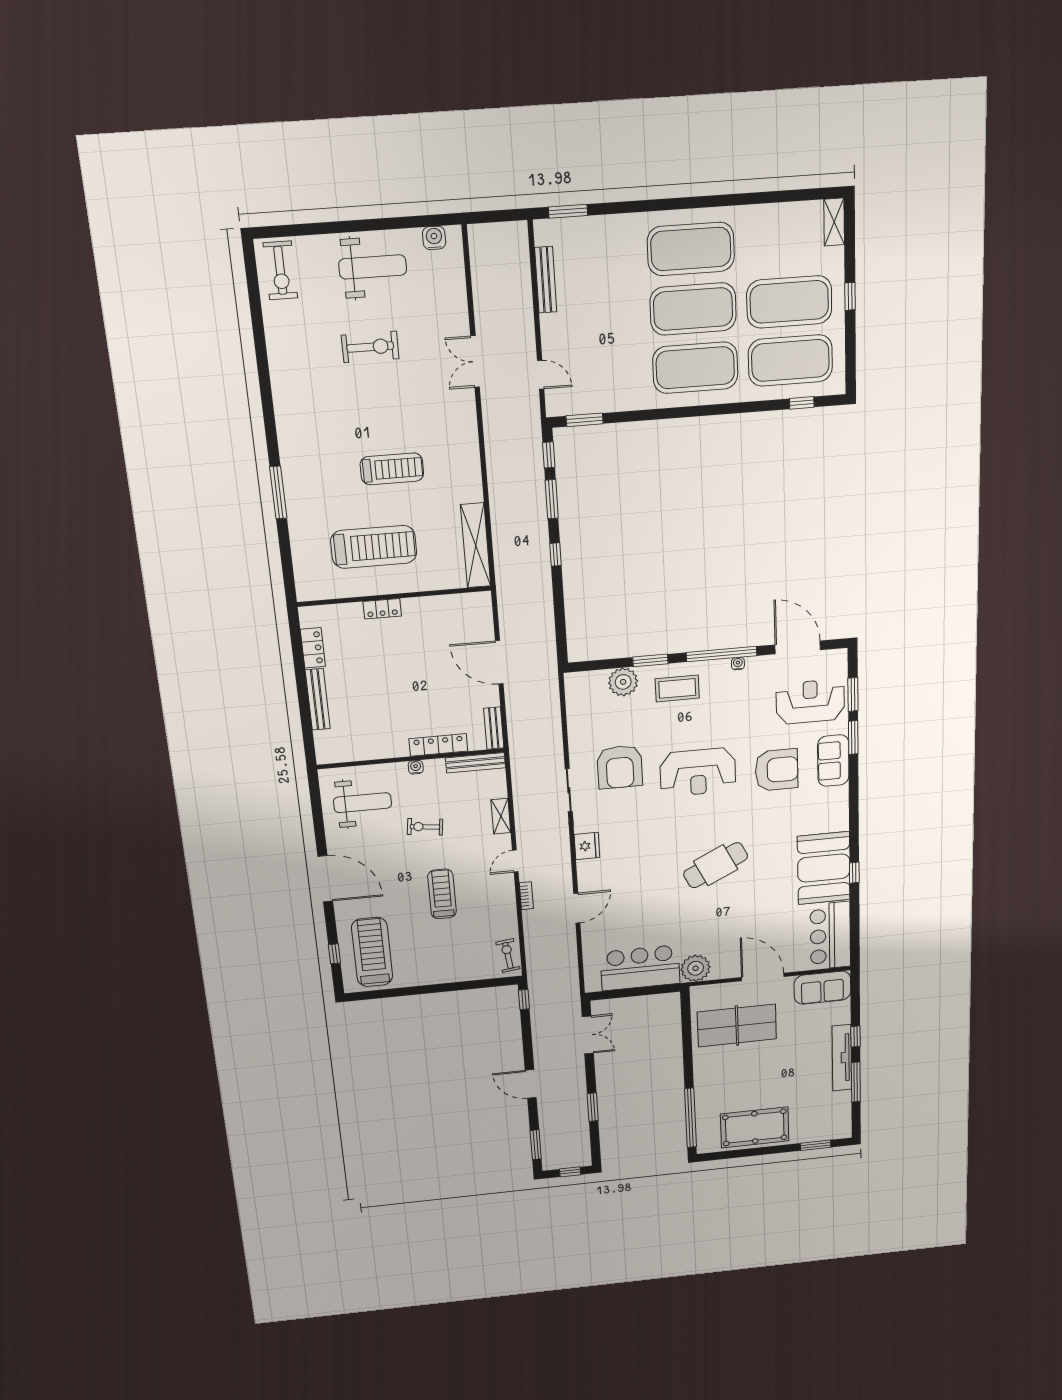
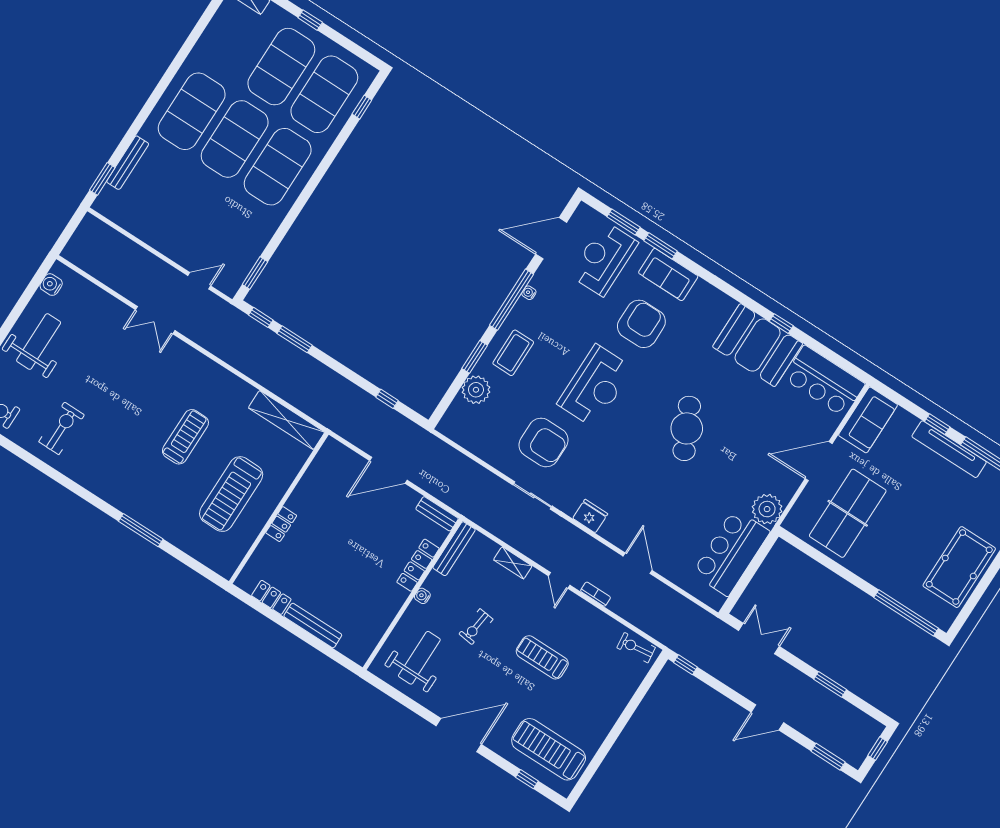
bench: (546, 280) -> (128, 163), moved, turned 90
exercise bike: (370, 347) -> (62, 428), moved
treadmill: (374, 547) -> (231, 494), turned 180
window: (555, 554) -> (387, 399), moved

